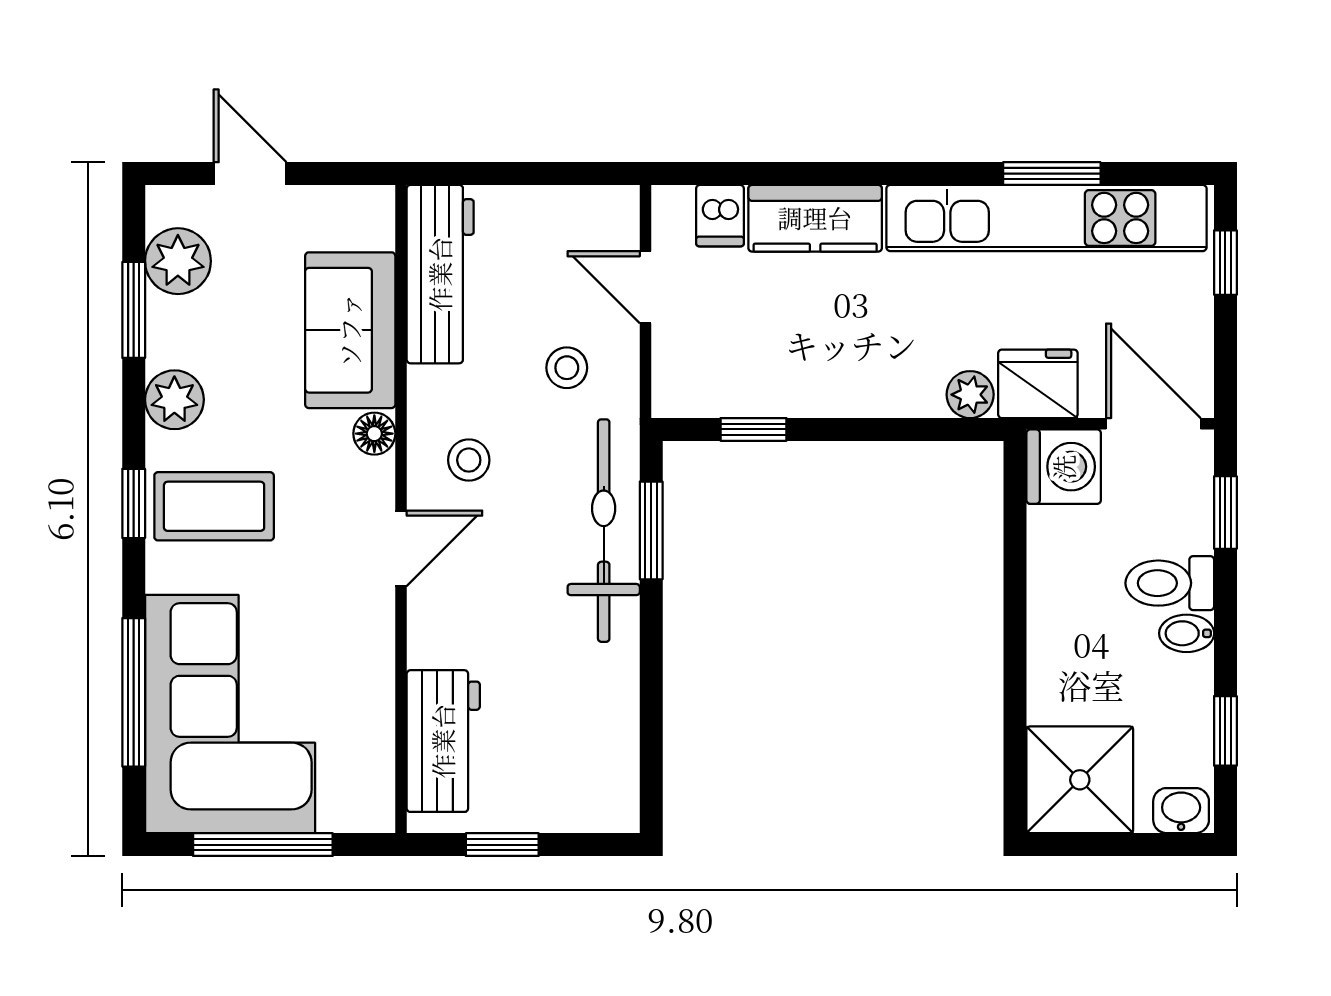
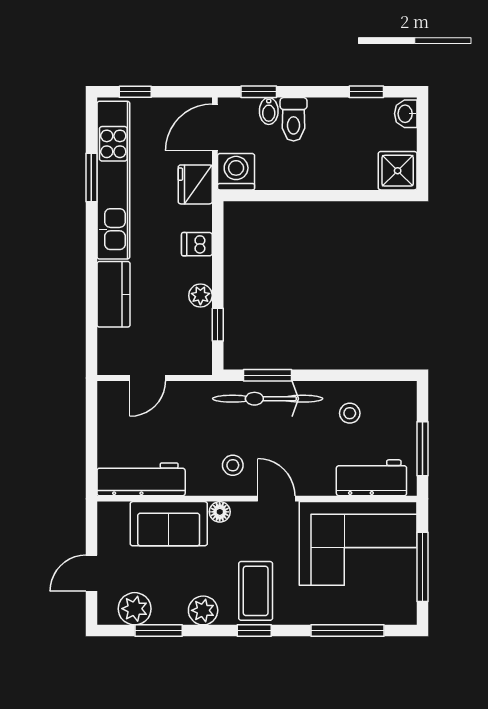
dishwasher: (720, 216) -> (197, 244), moved, turned 180
stool: (567, 368) -> (350, 413), moved
plant: (970, 395) -> (200, 296), moved
bidet: (1187, 633) -> (269, 111), moved
corner sofa: (230, 714) -> (358, 543), moved, turned 180
shower: (1080, 780) -> (398, 171), width x0.73, depth x0.73
window: (502, 845) -> (423, 449), width x1.50

